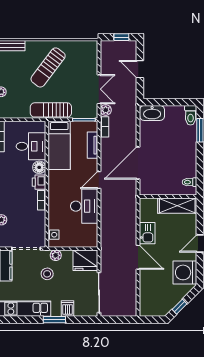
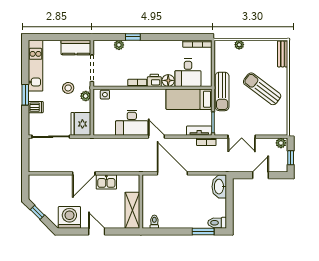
sun lounger: (51, 110) -> (222, 91), turned 180
plant: (106, 110) -> (281, 143), moved
tv unit: (93, 145) -> (199, 131), moved

